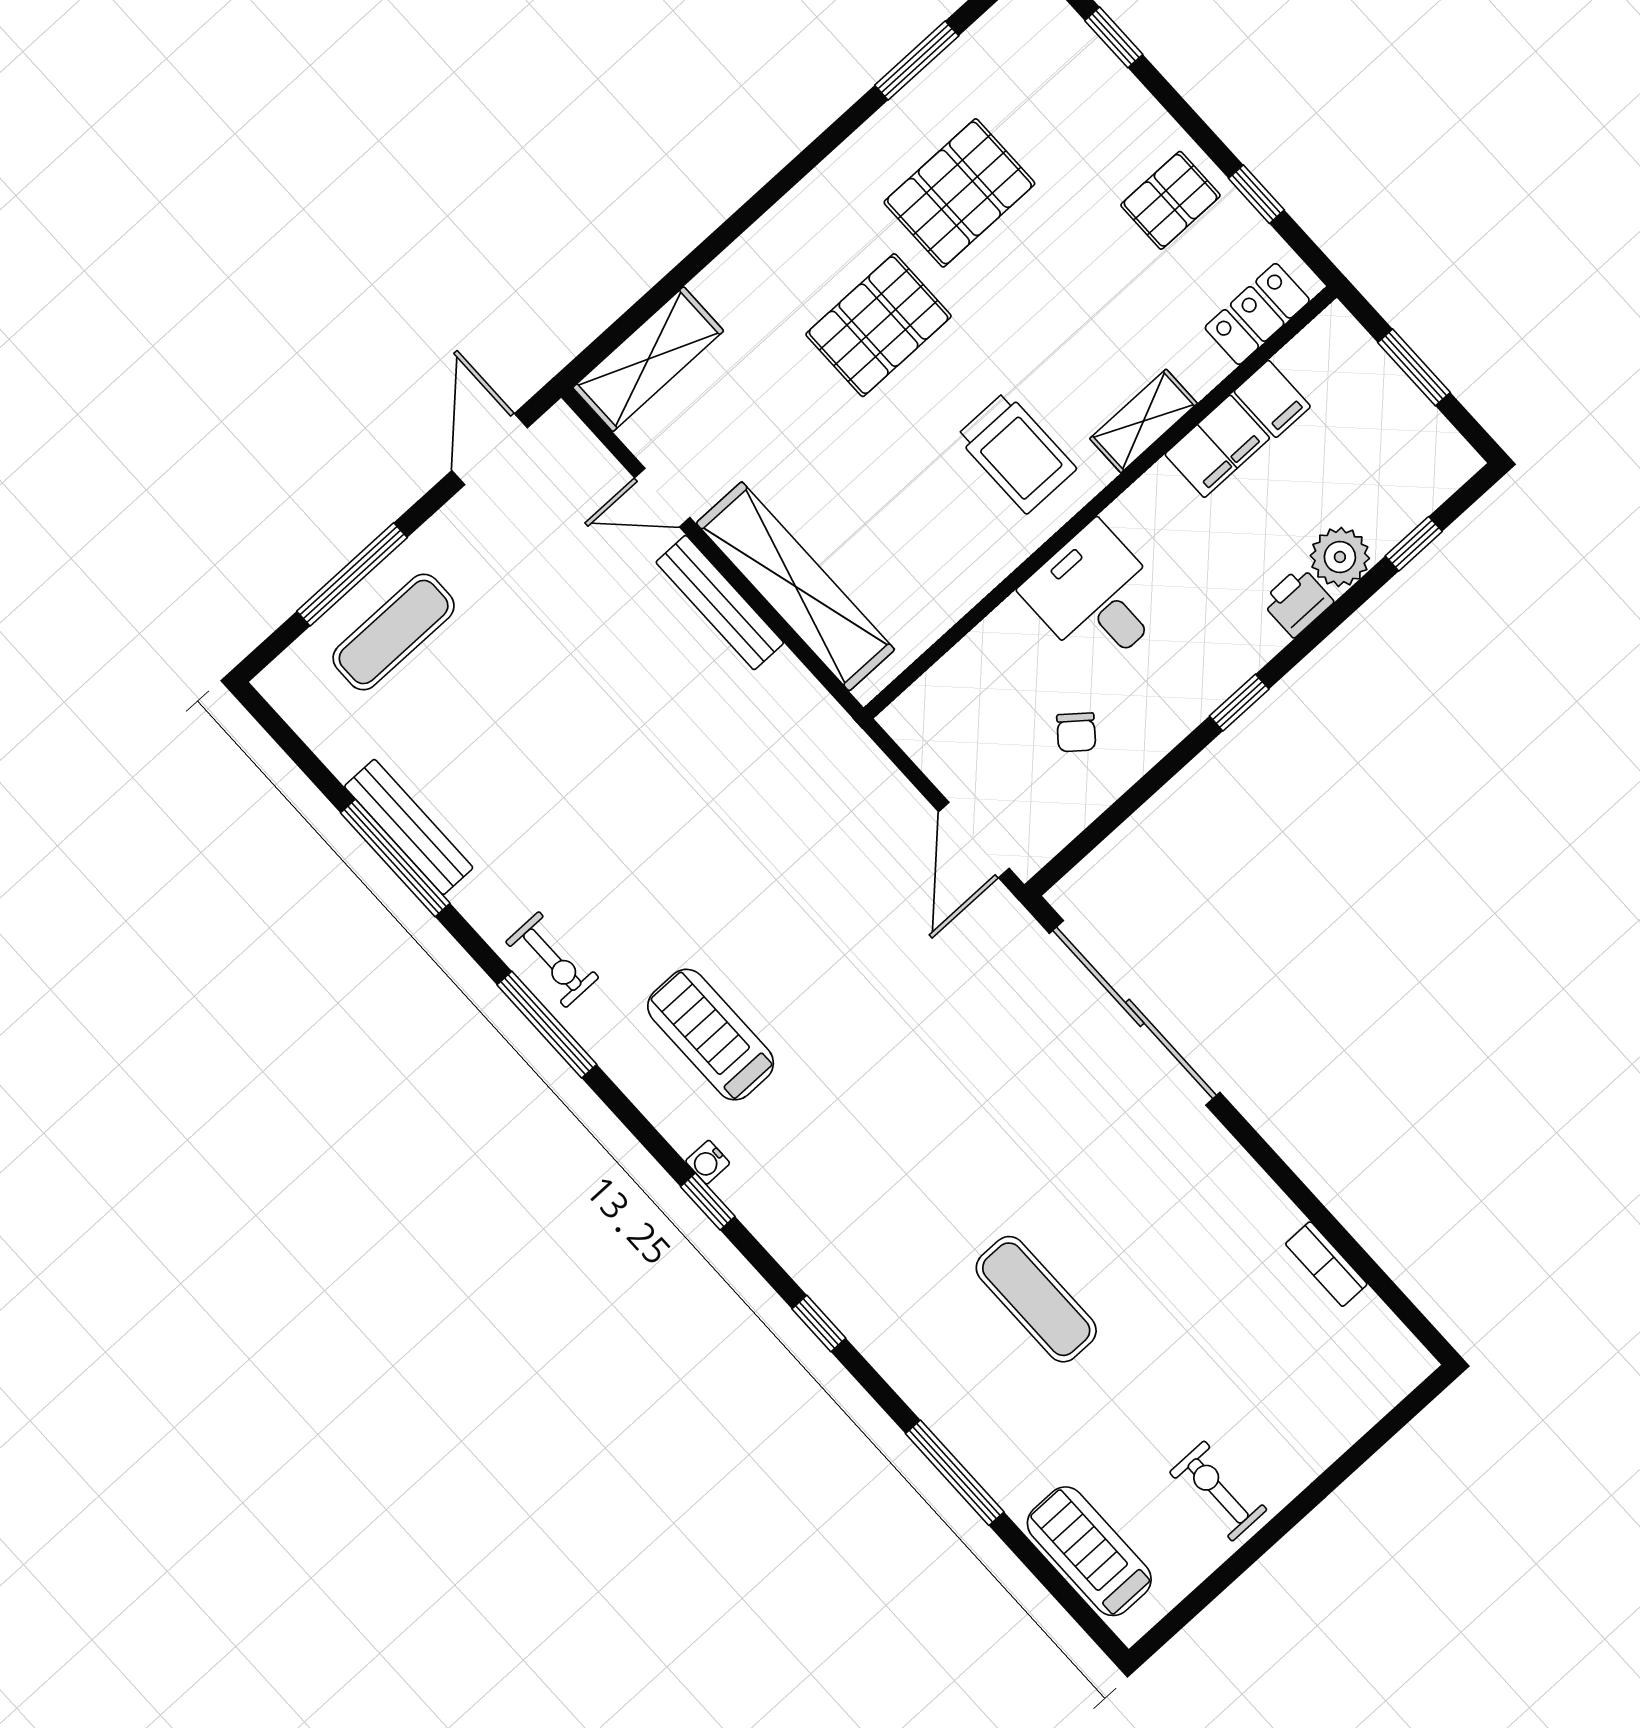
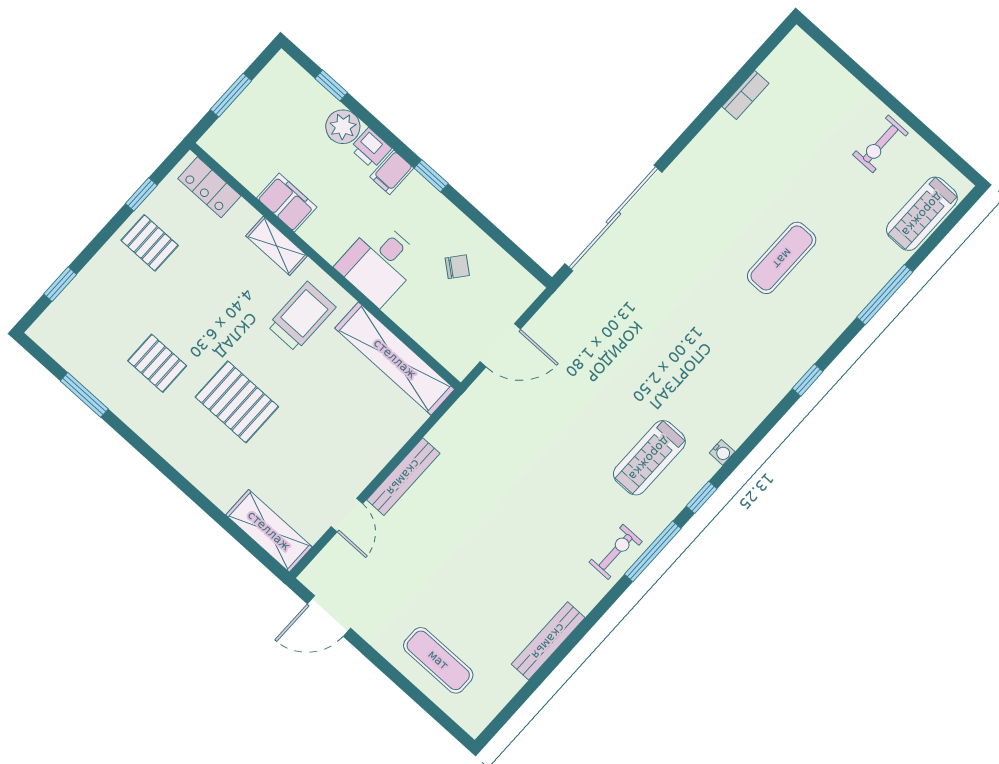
pallet: (959, 193) -> (157, 363), width x0.67, depth x0.71
filing cabinet: (1272, 399) -> (392, 172), moved, turned 180
window: (352, 574) -> (408, 687), removed
shelving: (795, 586) -> (395, 359), moved, turned 90
door: (974, 840) -> (500, 345), moved
window: (395, 858) -> (567, 647), removed
window: (708, 1201) -> (702, 497), moved

